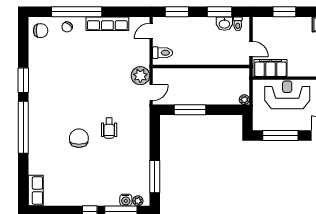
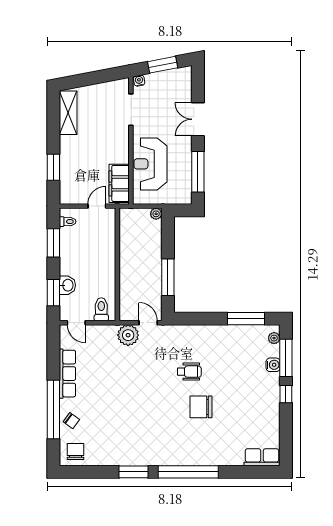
washbasin: (224, 24) -> (67, 285), moved
water cooler: (126, 200) -> (273, 365), moved

